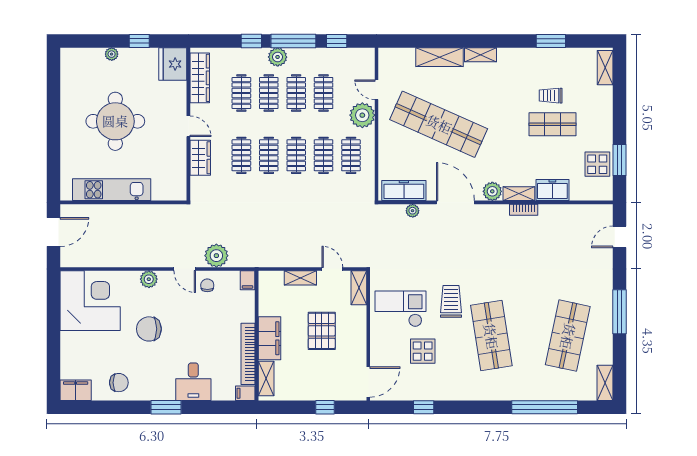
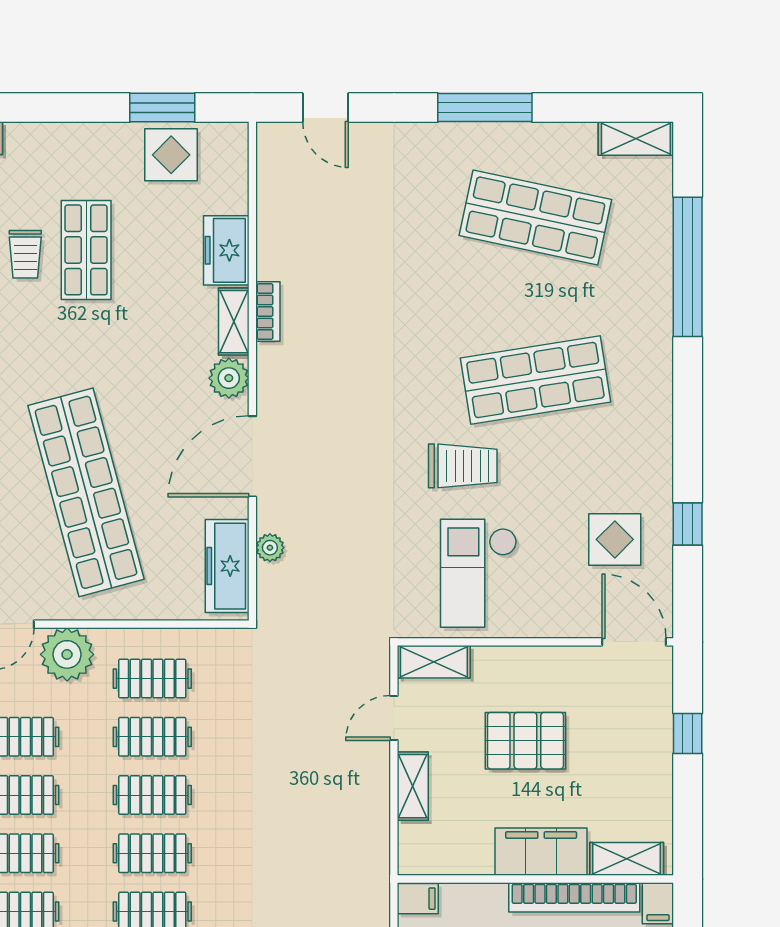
shop shelf: (439, 124) -> (86, 492), turned -39
trolley: (451, 301) -> (463, 466), turned 180
display table: (423, 351) -> (615, 539), moved

